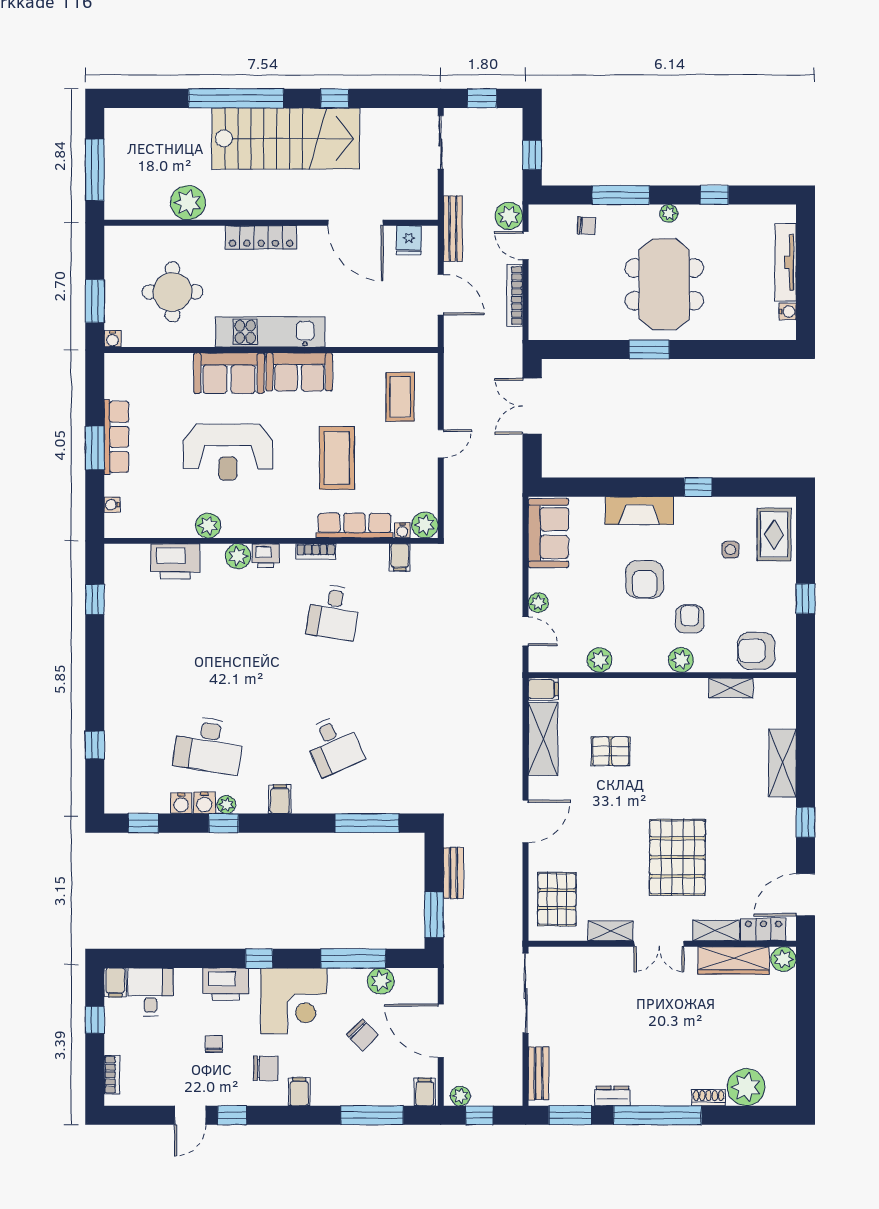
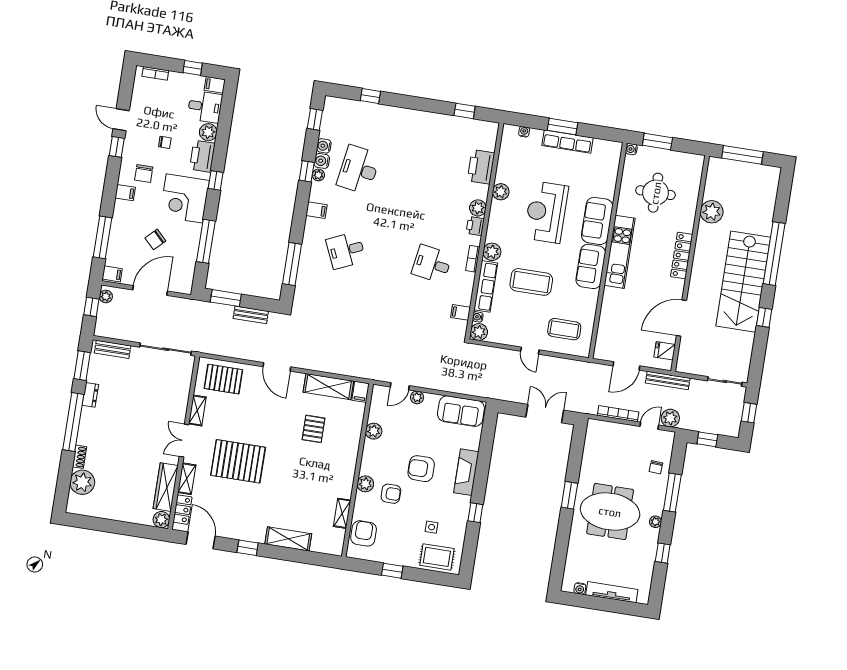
plant: (301, 524) -> (492, 252), added
plant: (381, 981) -> (208, 132), moved

